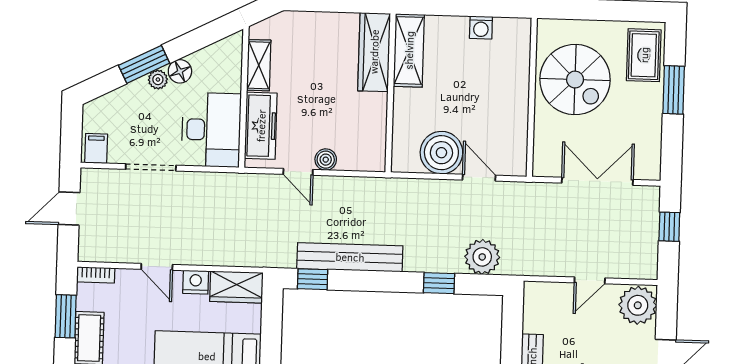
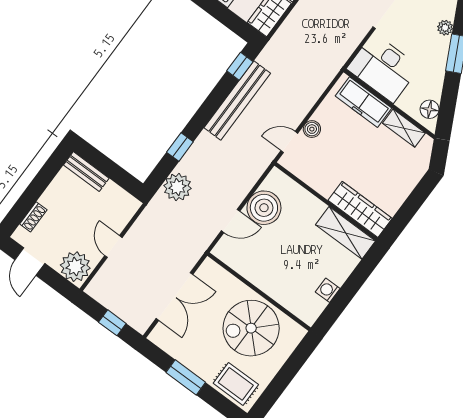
floor lamp: (180, 71) -> (430, 109), moved
plant: (158, 79) -> (445, 28), moved
window: (674, 90) -> (186, 377), moved
door: (298, 172) -> (289, 142), moved

